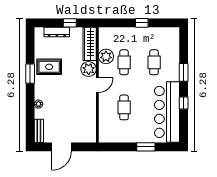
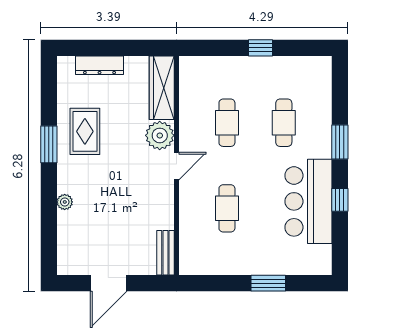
window: (70, 23) -> (124, 48), removed
plant: (106, 56) -> (193, 112), removed
rug: (49, 67) -> (85, 131), turned 90
bar counter: (167, 112) -> (309, 201), width x0.73
bench: (39, 131) -> (165, 253), moved

